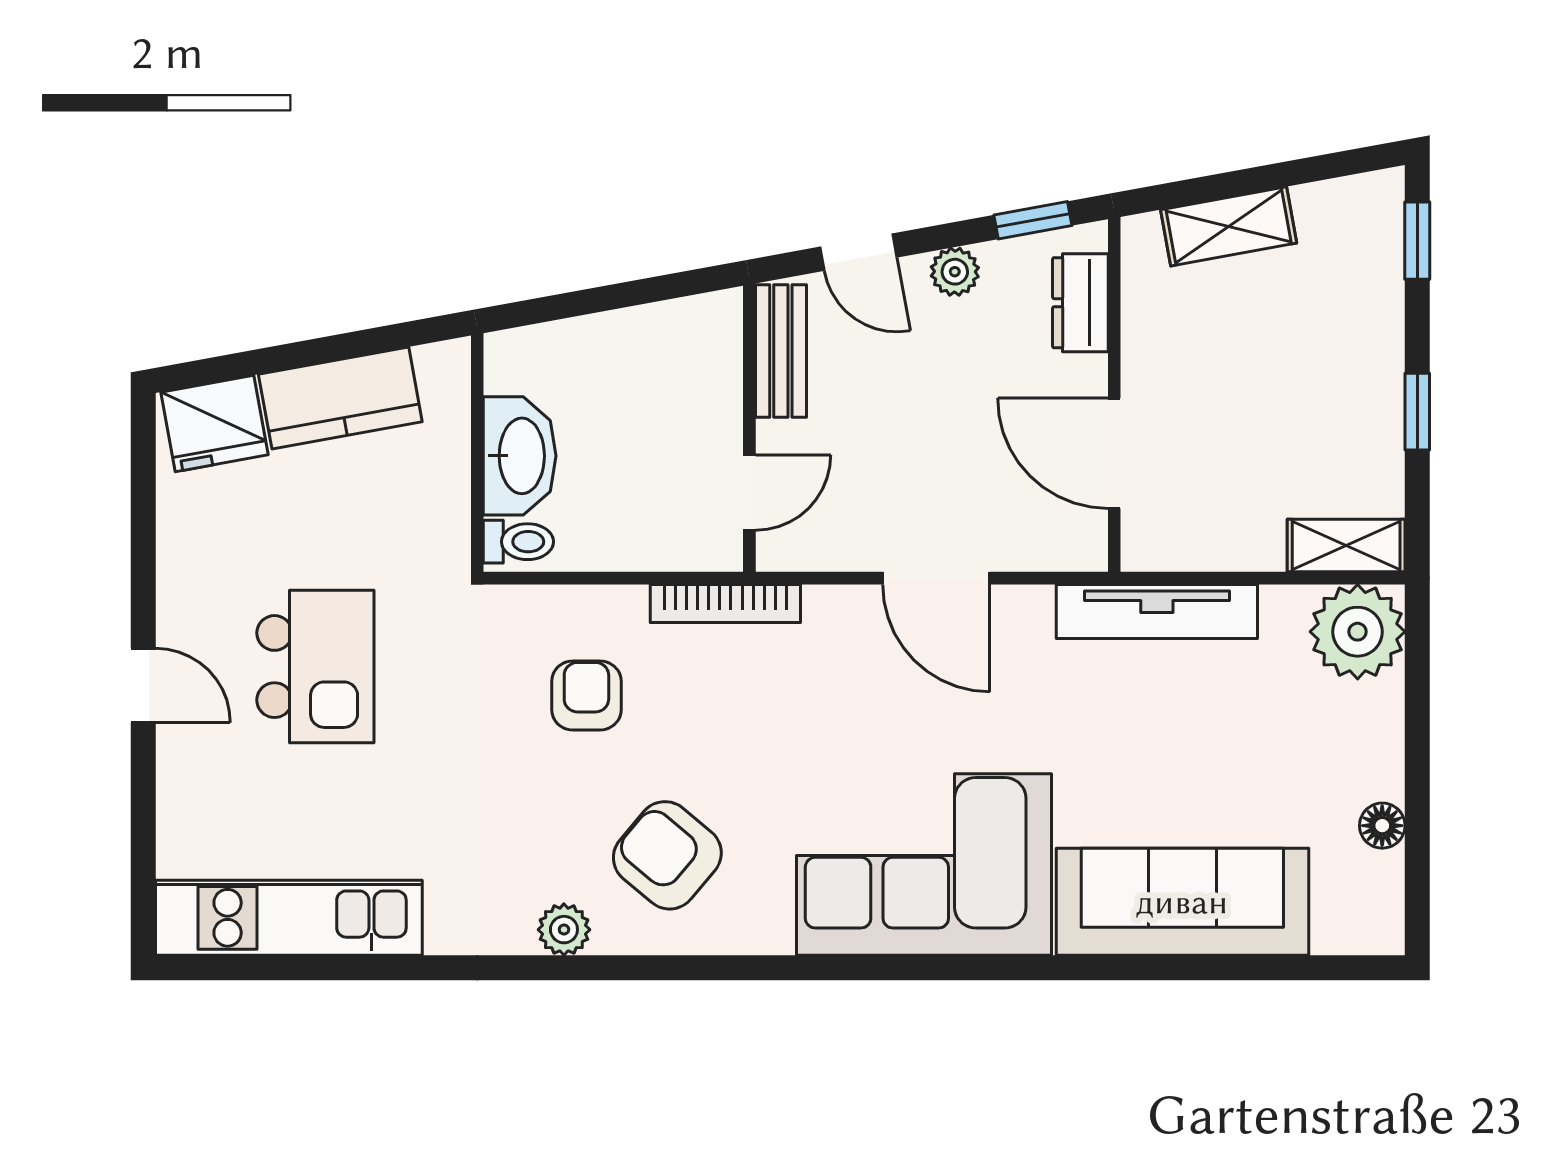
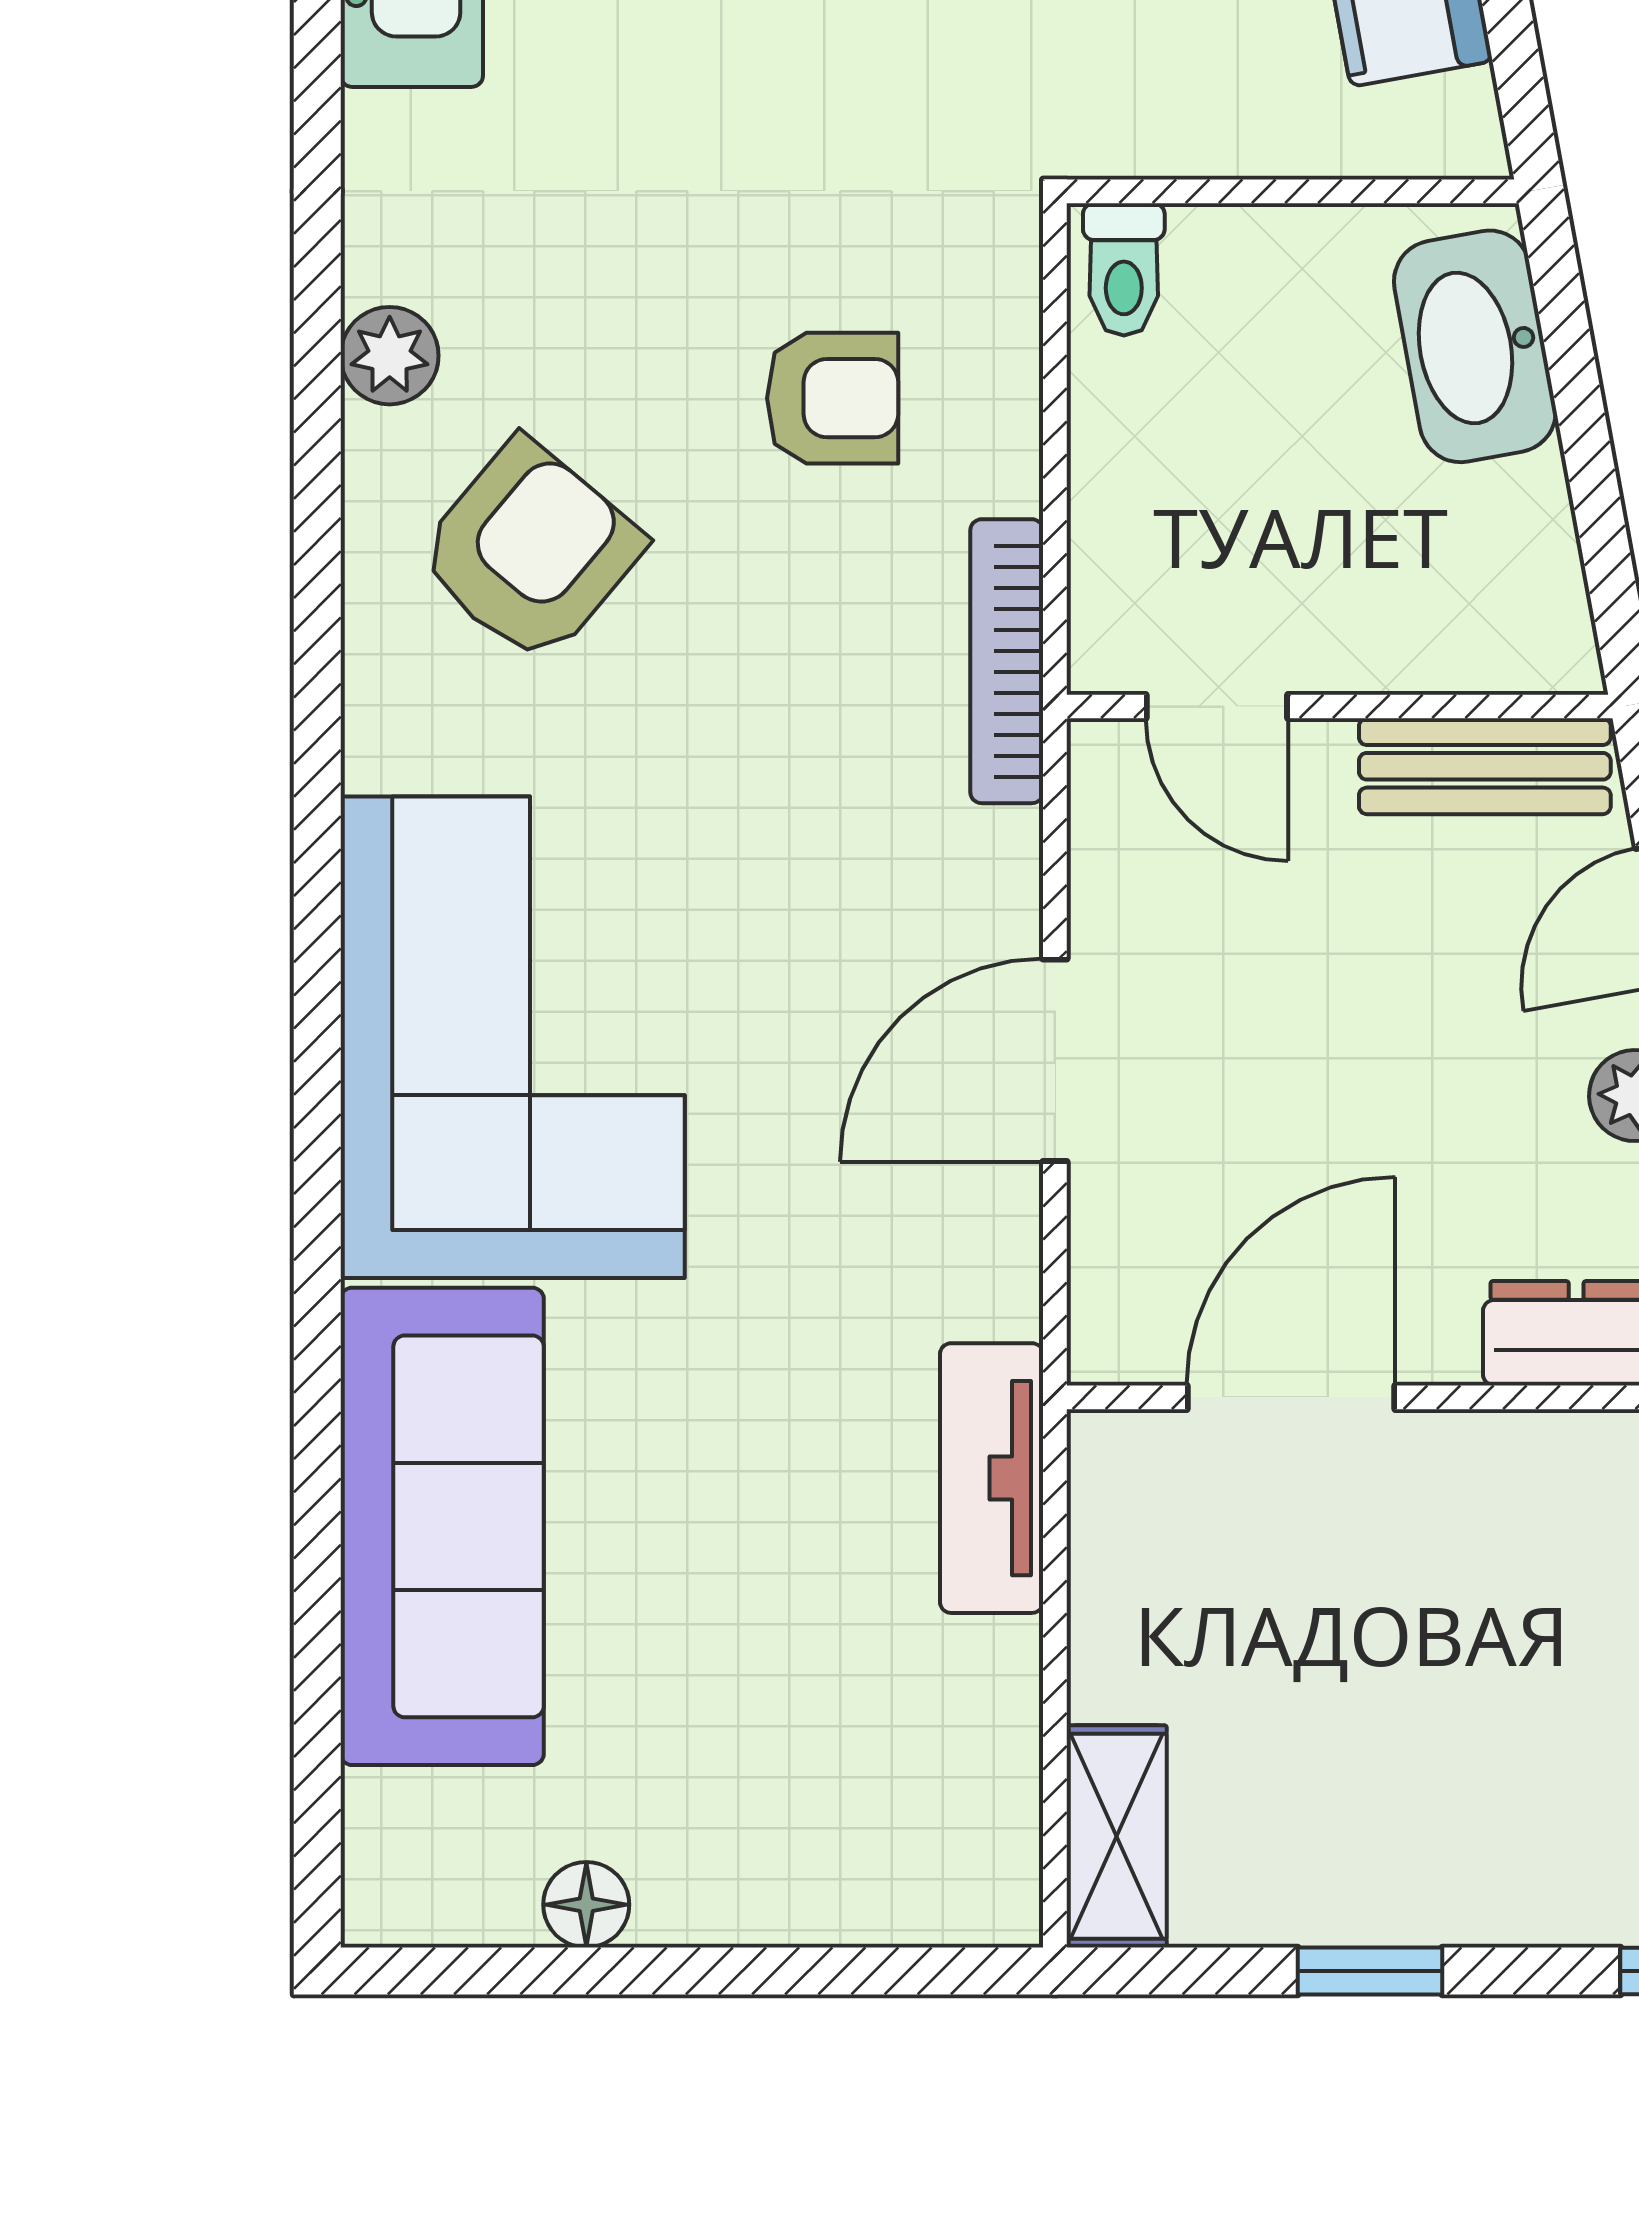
washbasin: (520, 456) -> (1475, 346), moved, turned 80
tv unit: (1157, 612) -> (992, 1478), width x0.71
plant: (1358, 632) -> (953, 1858), removed

